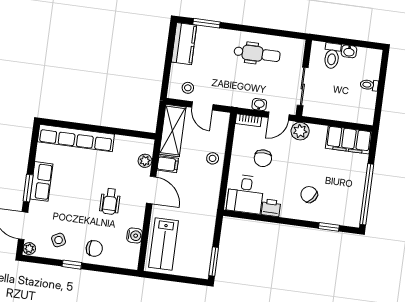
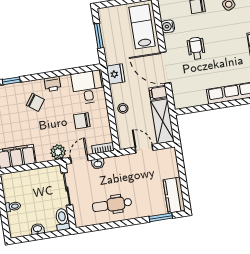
toilet: (332, 56) -> (62, 219), moved
stool: (188, 88) -> (160, 160), removed
chair: (263, 158) -> (82, 121), turned -90
plant: (145, 161) -> (177, 90), removed
door: (151, 190) -> (165, 68), width x1.36
fridge: (209, 200) -> (116, 74), added
printer: (271, 208) -> (53, 84), moved
window: (214, 261) -> (99, 36), moved

